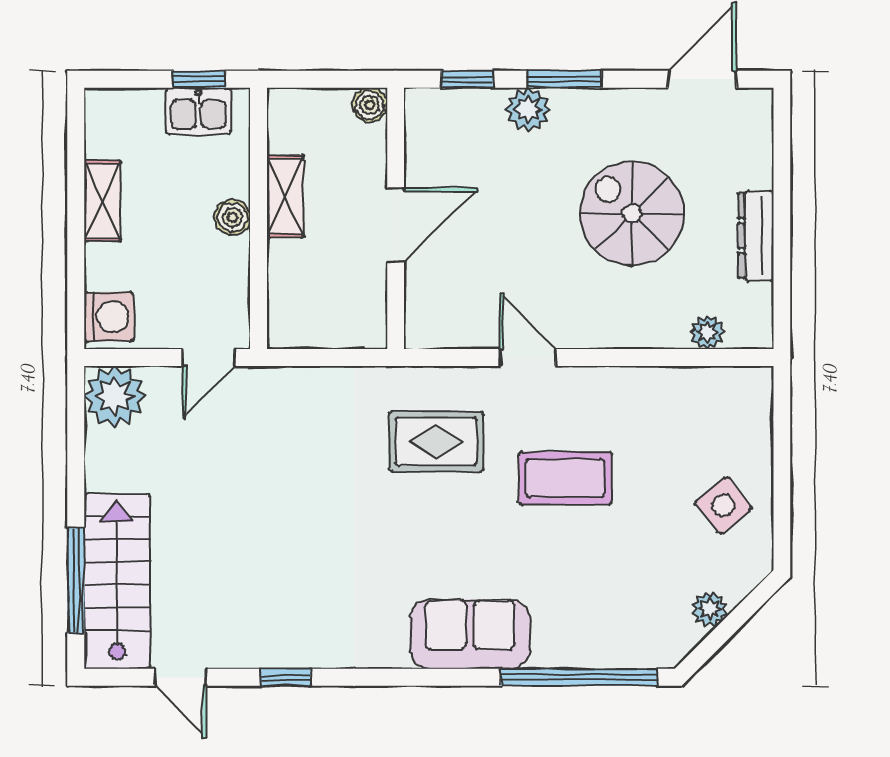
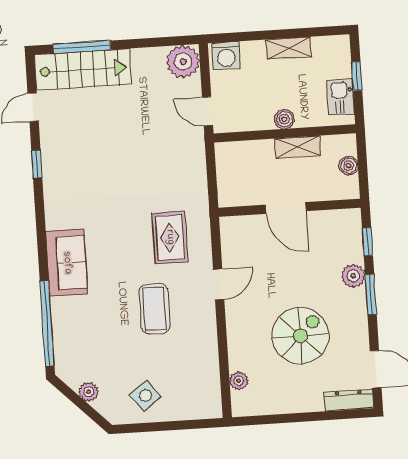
window: (199, 79) -> (357, 76), moved
boiler: (370, 105) -> (348, 166), moved
dresser: (756, 236) -> (349, 400), moved

